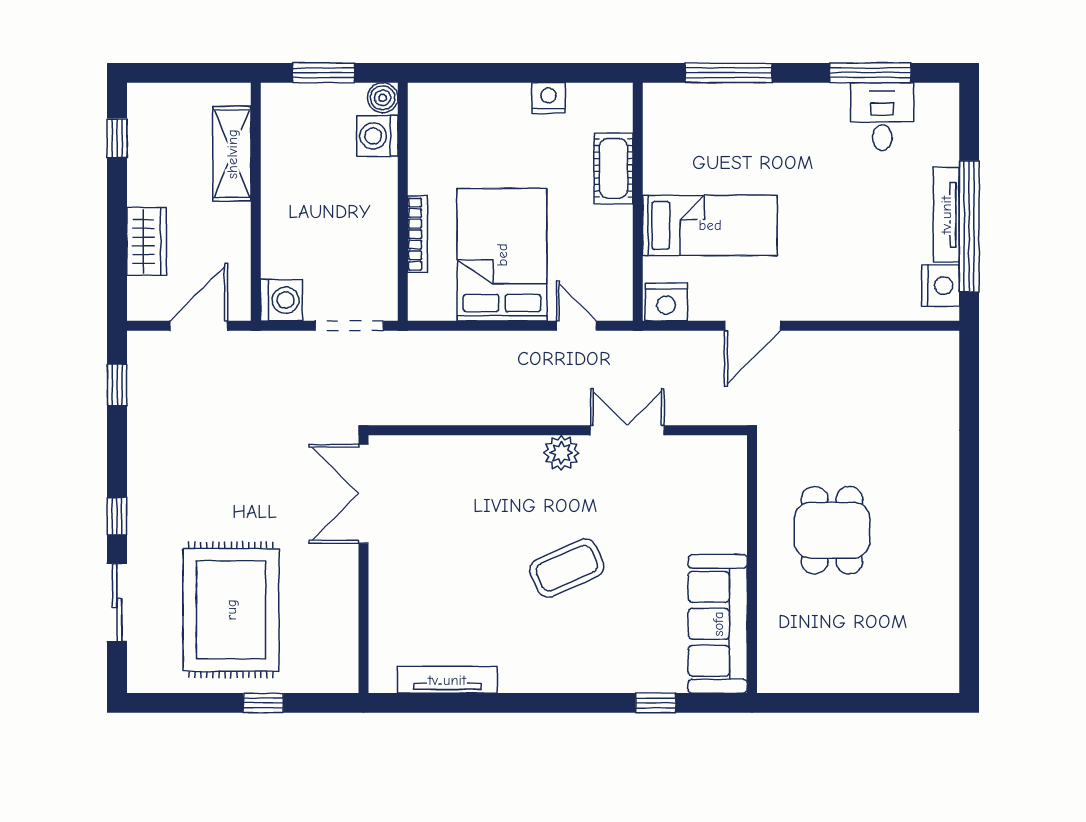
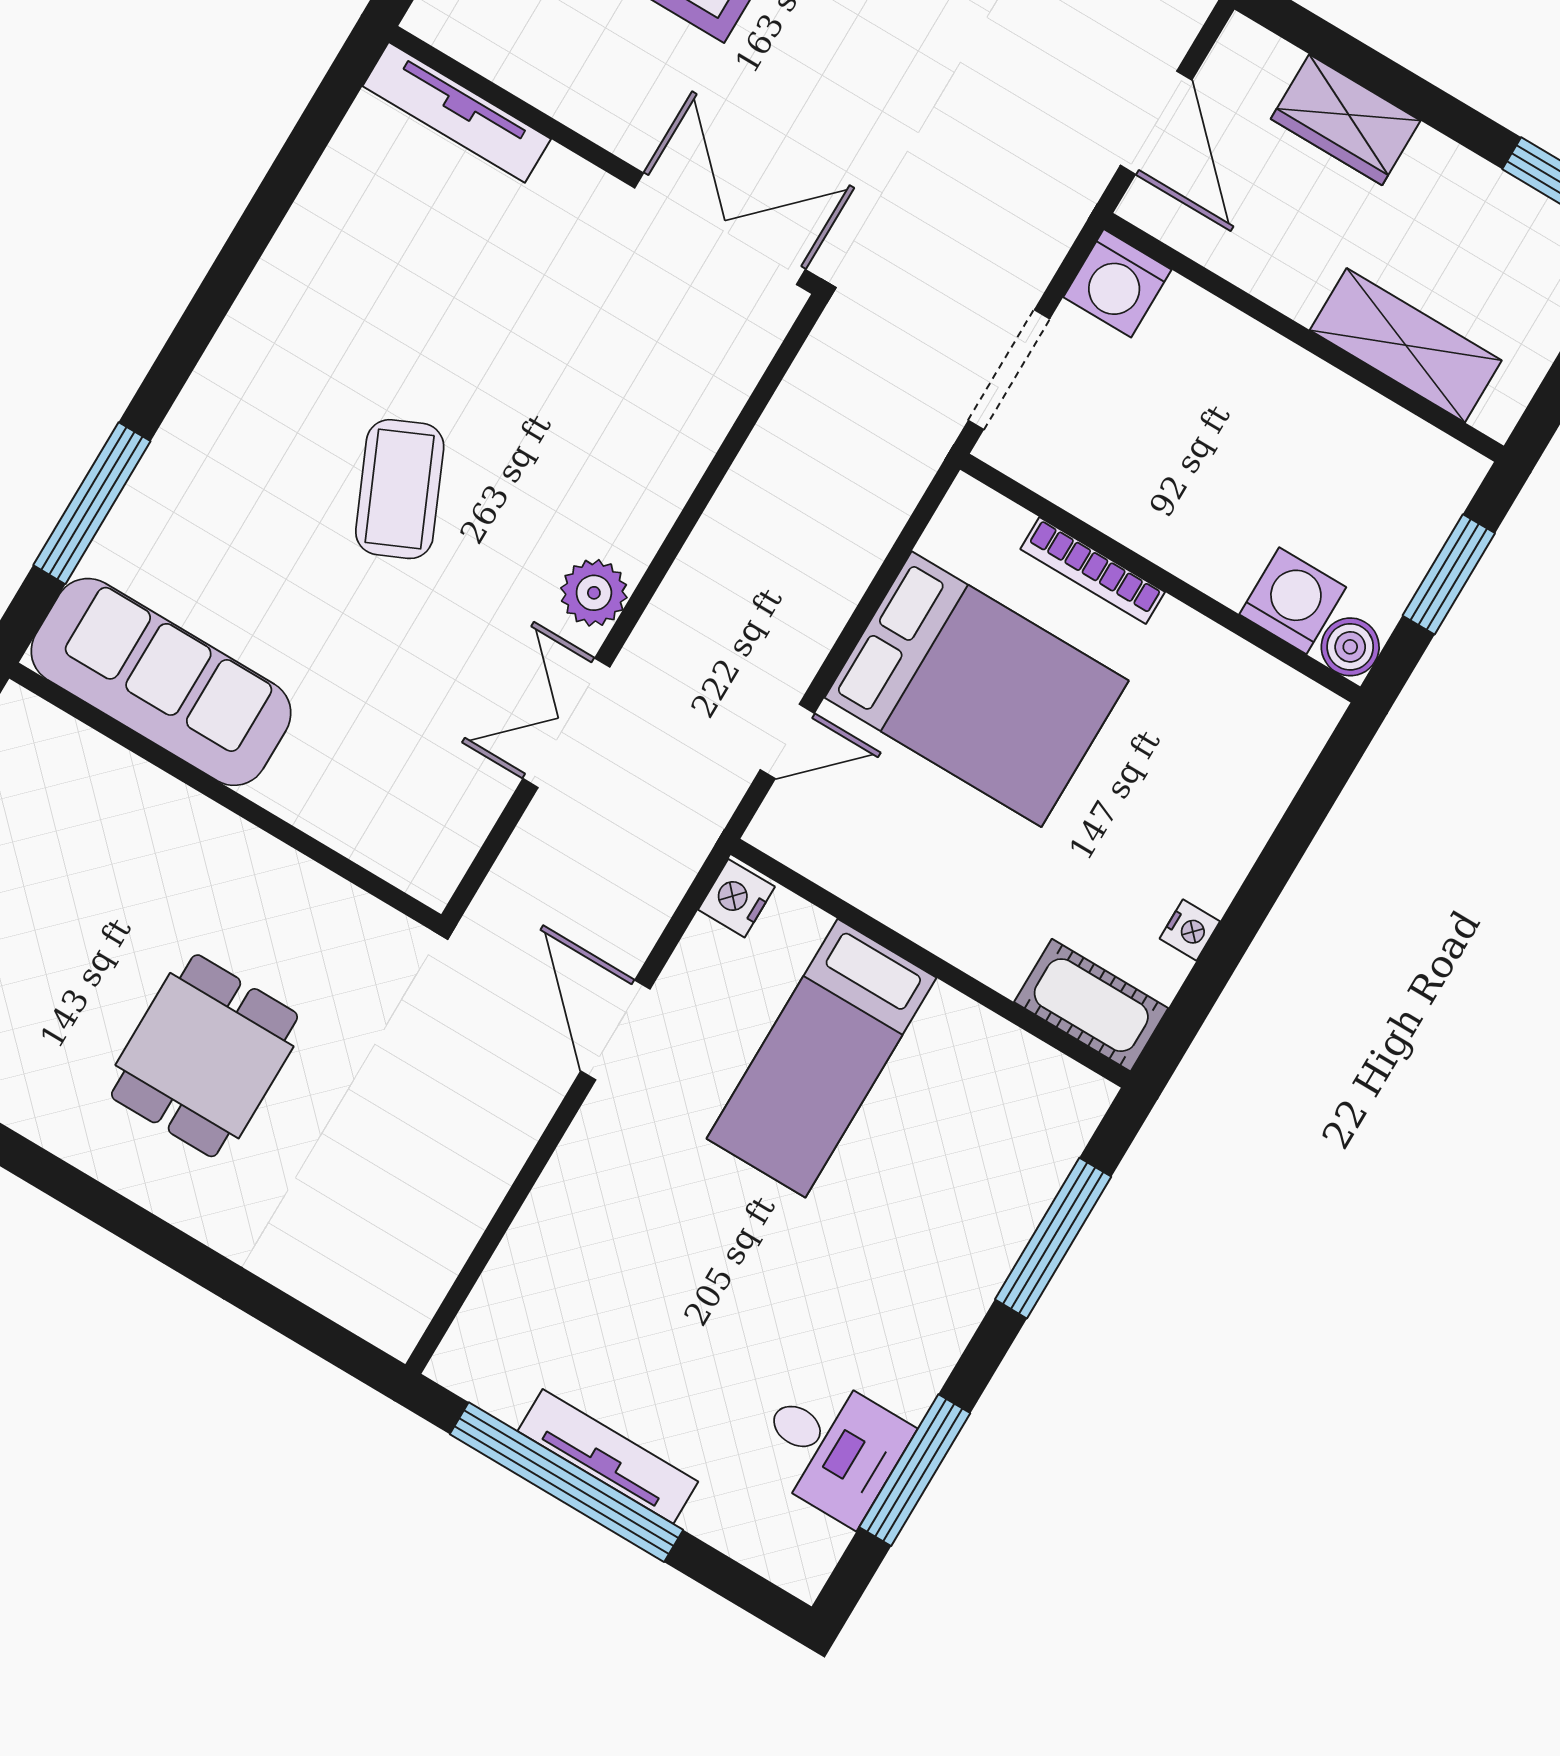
nightstand: (549, 98) -> (1190, 930), width x0.72, depth x0.74
cot: (614, 168) -> (1091, 1005), moved
nightstand: (941, 286) -> (497, 1377), removed
nightstand: (666, 302) -> (736, 898), width x0.74, depth x0.75
double door: (627, 430) -> (566, 723), swing flipped
dining table: (832, 530) -> (204, 1056), moved, turned 90
tv unit: (447, 680) -> (457, 112), moved, turned 90
window: (656, 703) -> (92, 503), width x2.17

